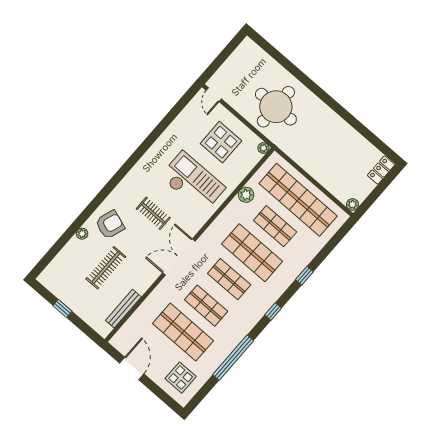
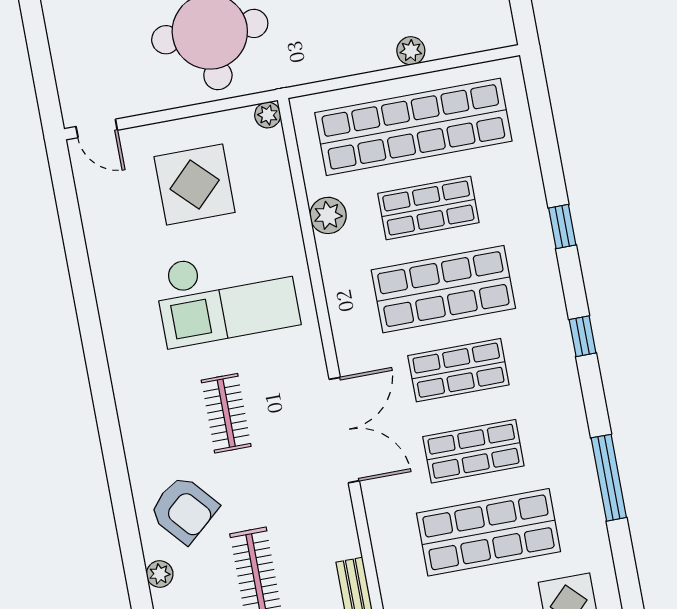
checkout: (193, 182) -> (227, 295), turned 180
plant: (353, 205) -> (411, 51), moved
clothes rail: (153, 213) -> (226, 413), turned 90
armchair: (110, 225) -> (184, 510), turned 120
double door: (179, 257) -> (344, 430), swing flipped
window: (233, 358) -> (609, 478), width x0.68

